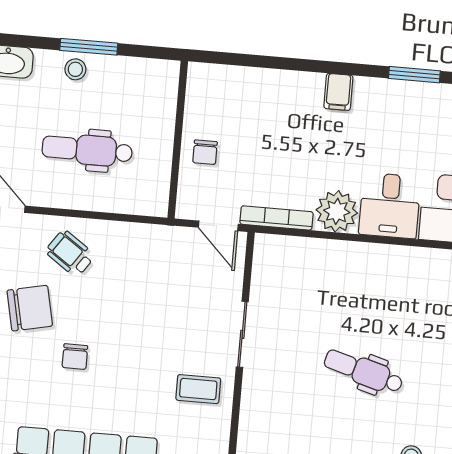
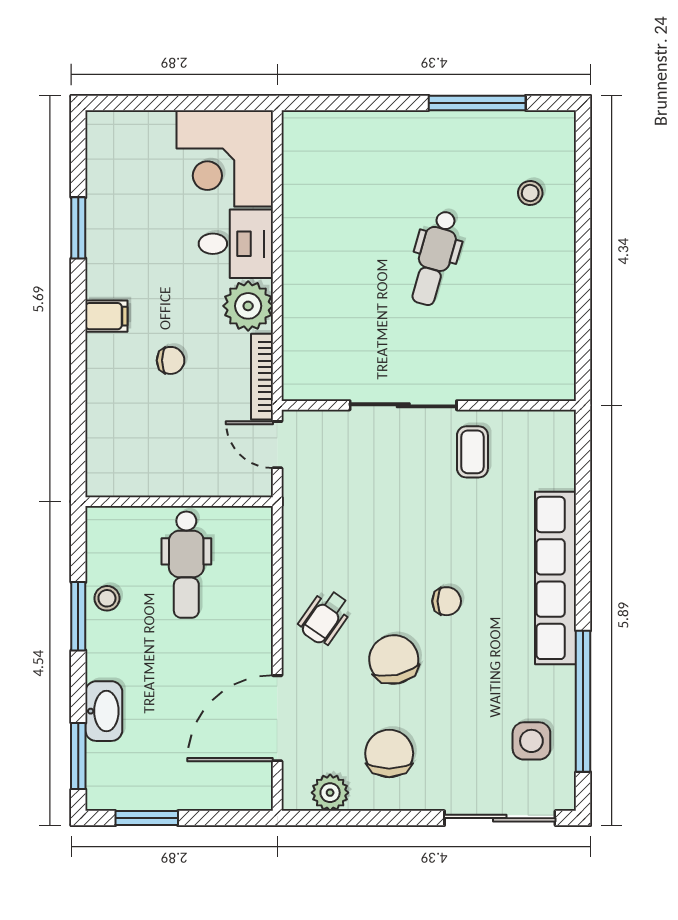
stool: (75, 69) -> (107, 598), moved
dental chair: (87, 150) -> (186, 565), moved
chair: (205, 152) -> (171, 360), moved
door: (218, 226) -> (277, 445), swing flipped
sliding door: (242, 334) -> (403, 405), width x1.37

